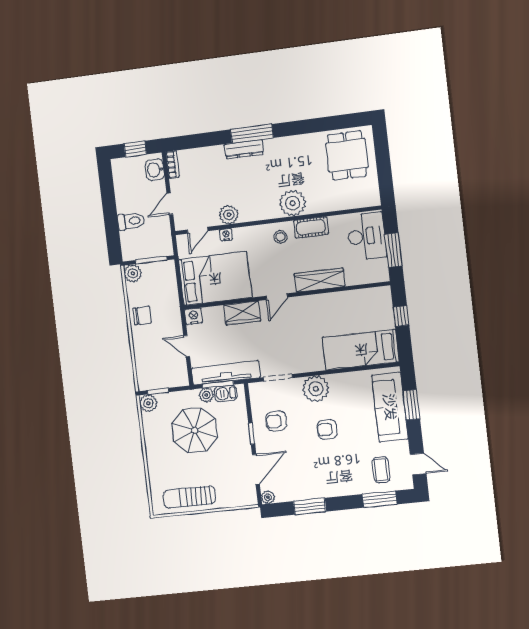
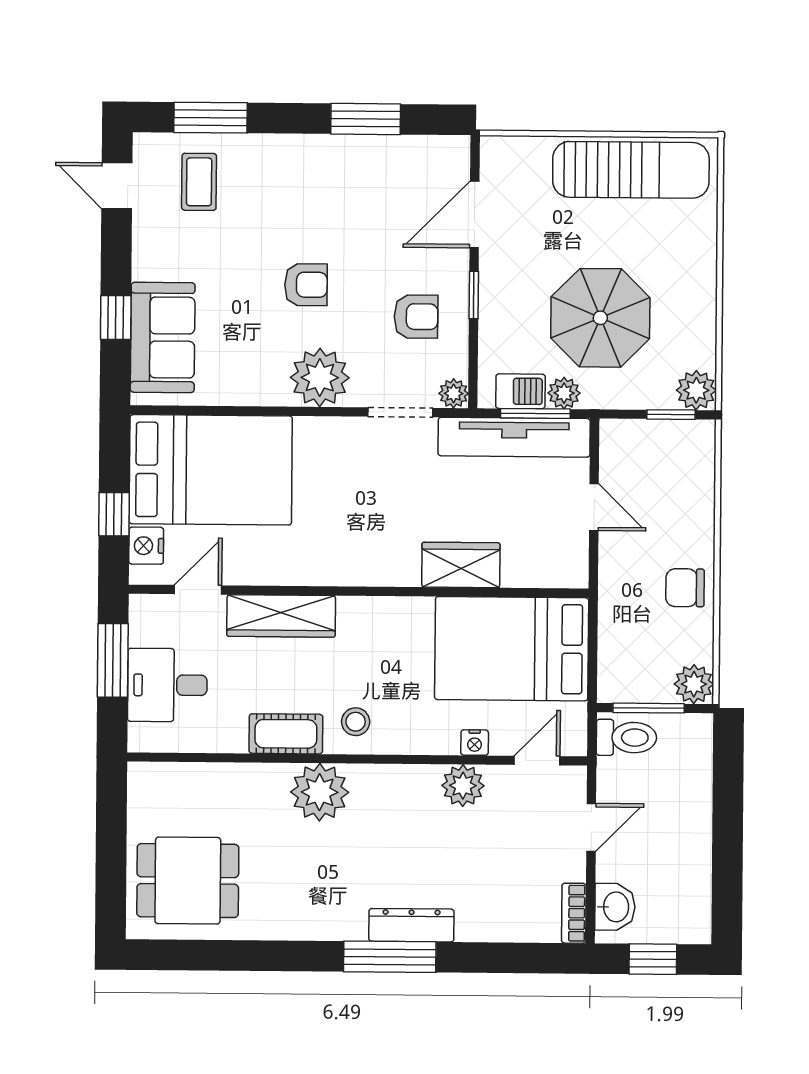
dining table: (347, 155) -> (188, 881), turned 90
toilet: (131, 221) -> (626, 738), moved, turned 180
desk: (367, 236) -> (167, 685), width x0.73
door: (277, 297) -> (198, 590), moved
nightstand: (194, 316) -> (146, 546), moved, turned 90
bed: (361, 350) -> (211, 470), width x1.50
window: (411, 405) -> (116, 317), width x0.67
sofa: (390, 407) -> (163, 337), width x0.73
sun lounger: (189, 497) -> (631, 170), width x1.36, depth x1.34
plant: (268, 497) -> (454, 393), moved

